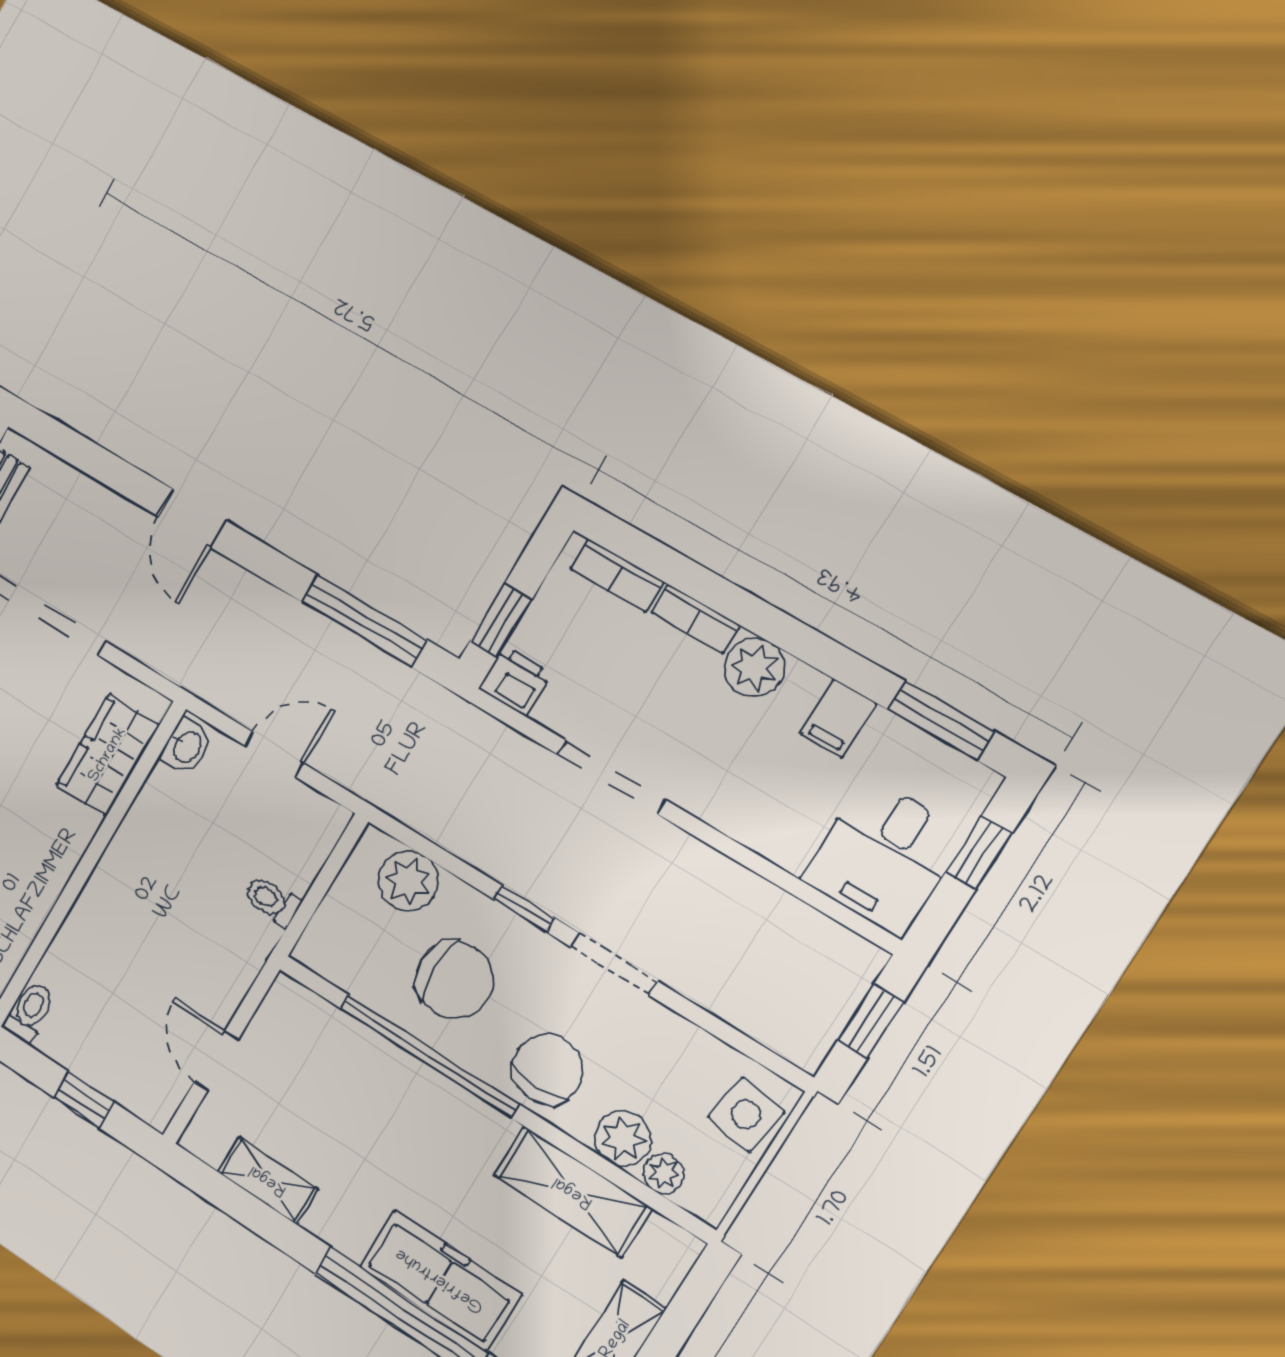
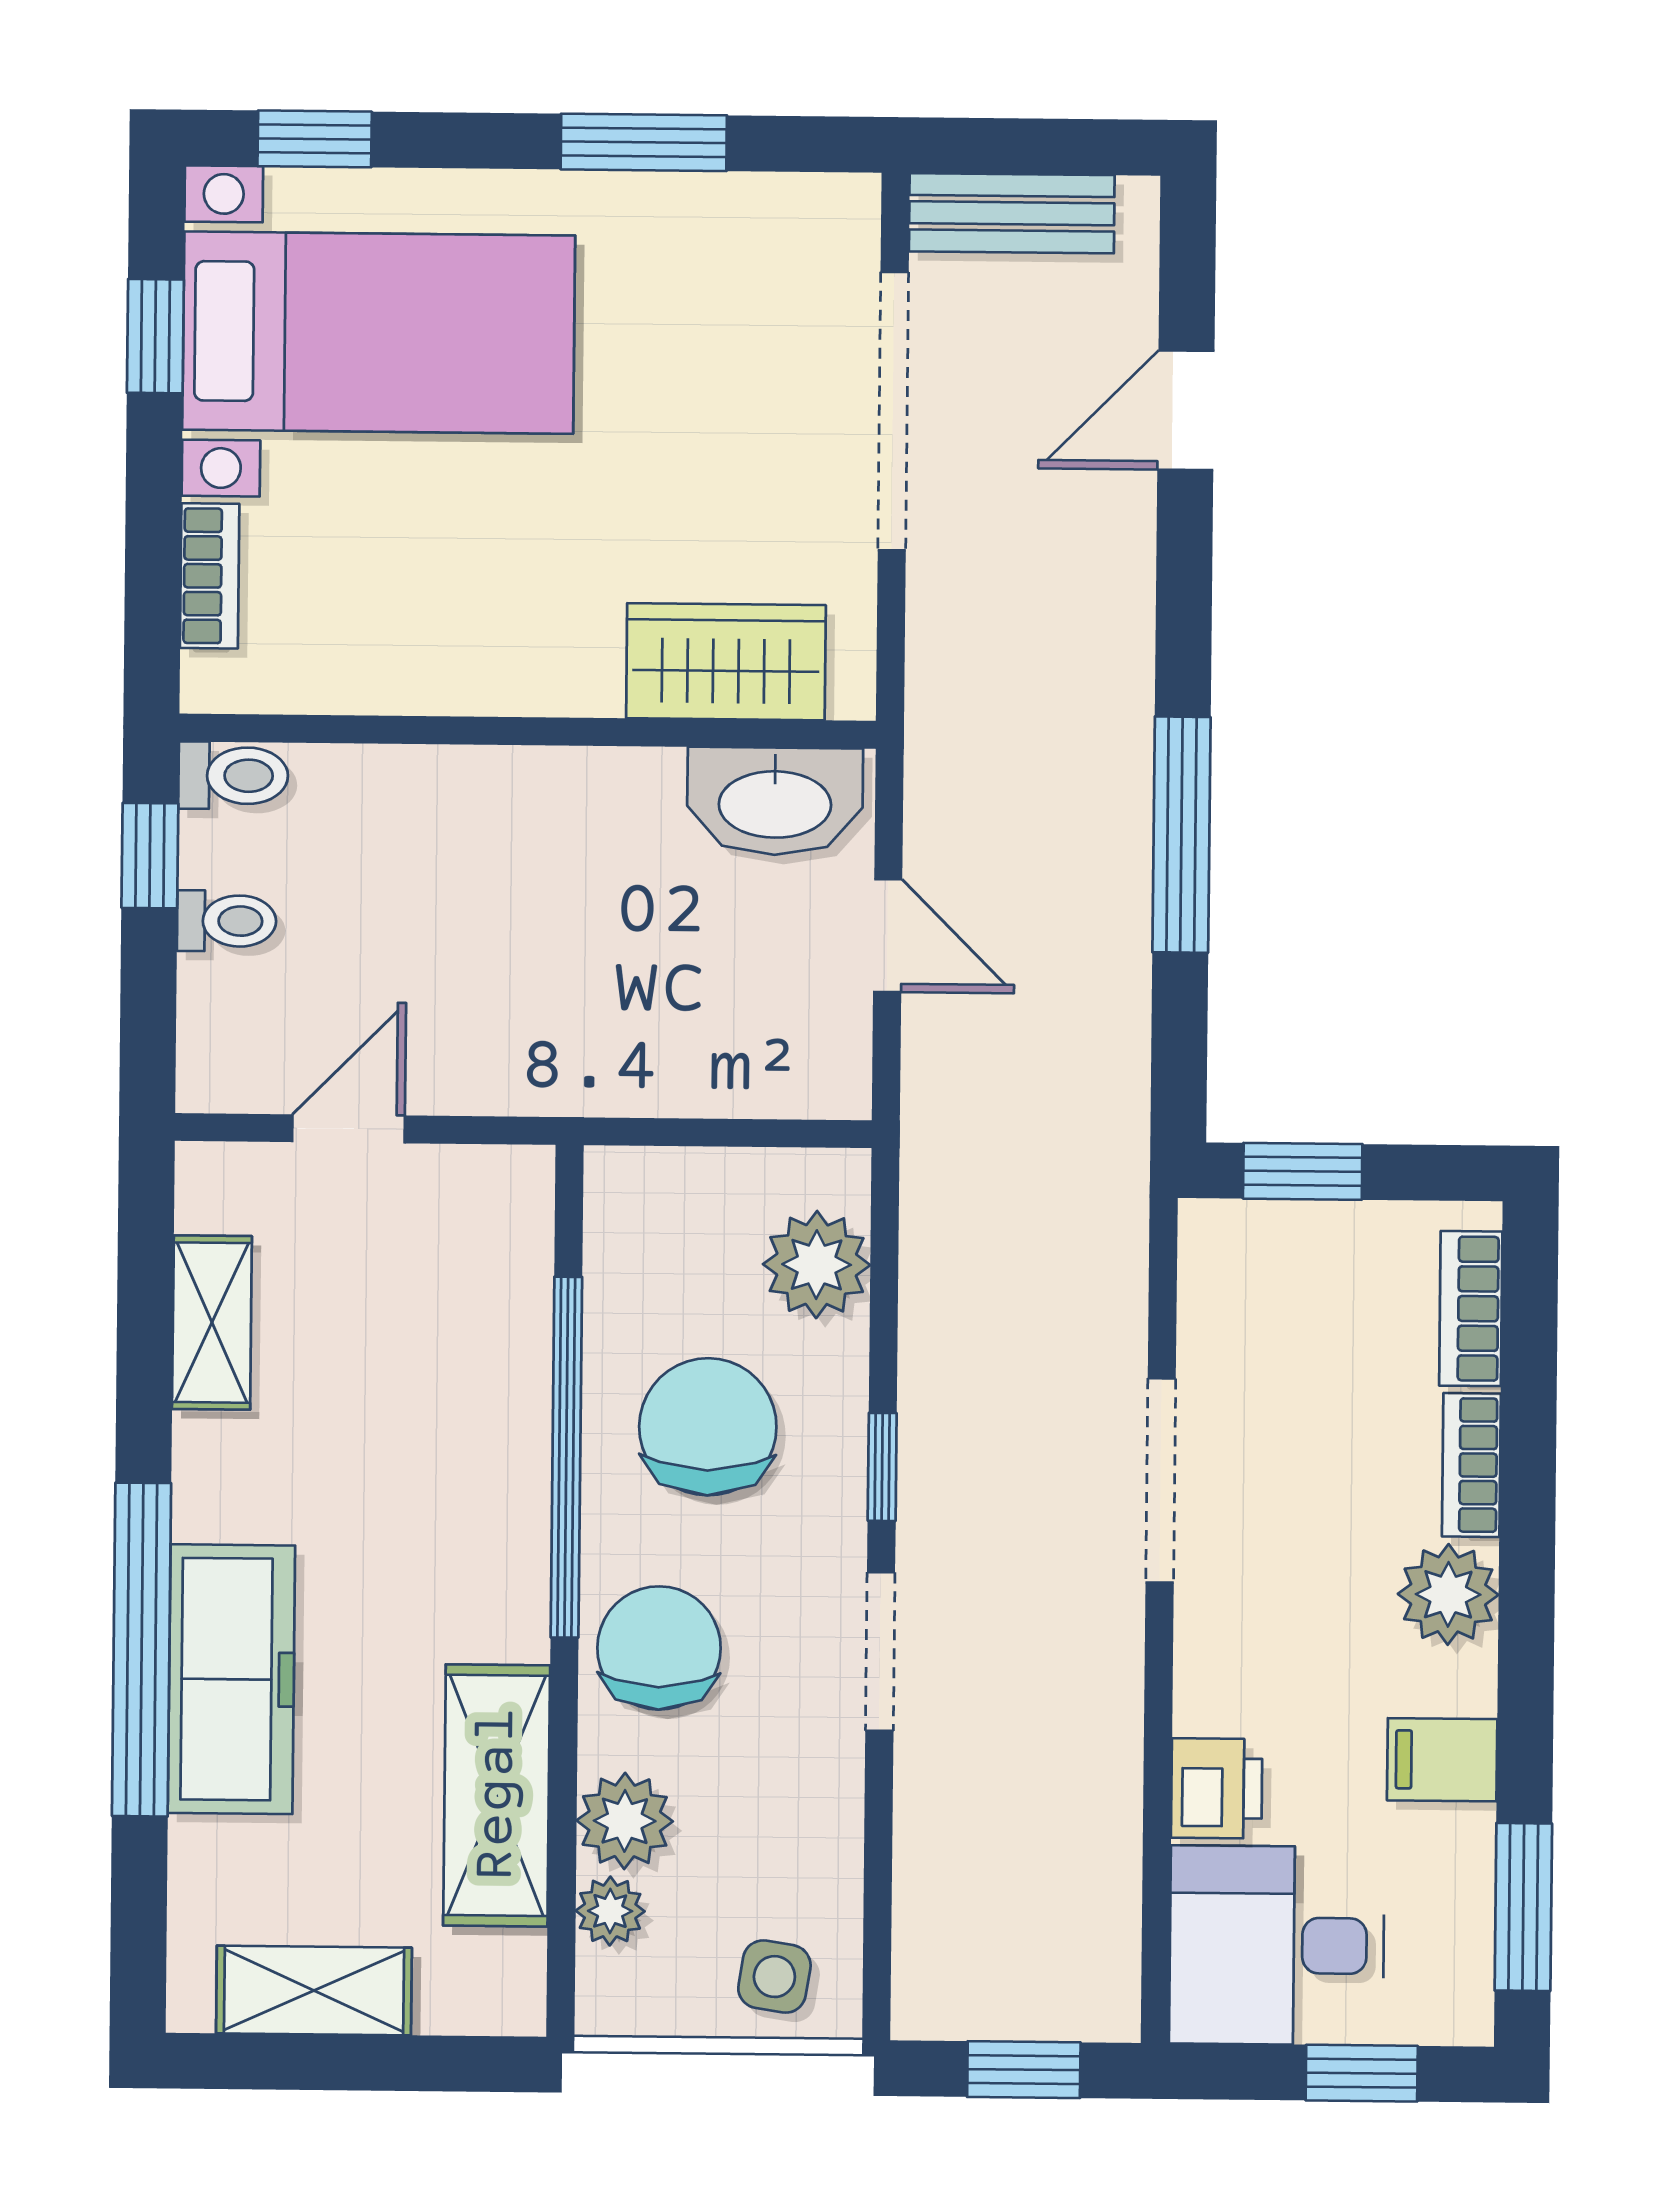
door: (192, 519) -> (1186, 410), moved
window: (364, 621) -> (1181, 835), moved
printer: (515, 681) -> (1217, 1788), moved
washbasin: (187, 746) -> (775, 801), width x1.91, depth x1.45
toilet: (272, 901) -> (227, 921), moved, turned 90
chair: (454, 980) -> (708, 1427), turned 180
chair: (547, 1069) -> (659, 1648), turned -90
window: (84, 1100) -> (150, 856), moved
side table: (746, 1115) -> (774, 1977), width x0.73, depth x0.73

